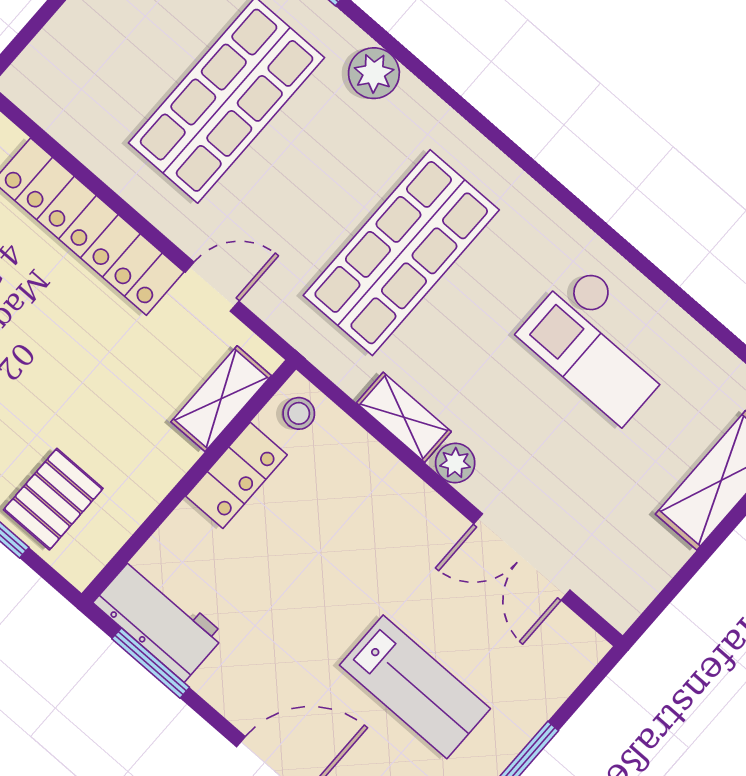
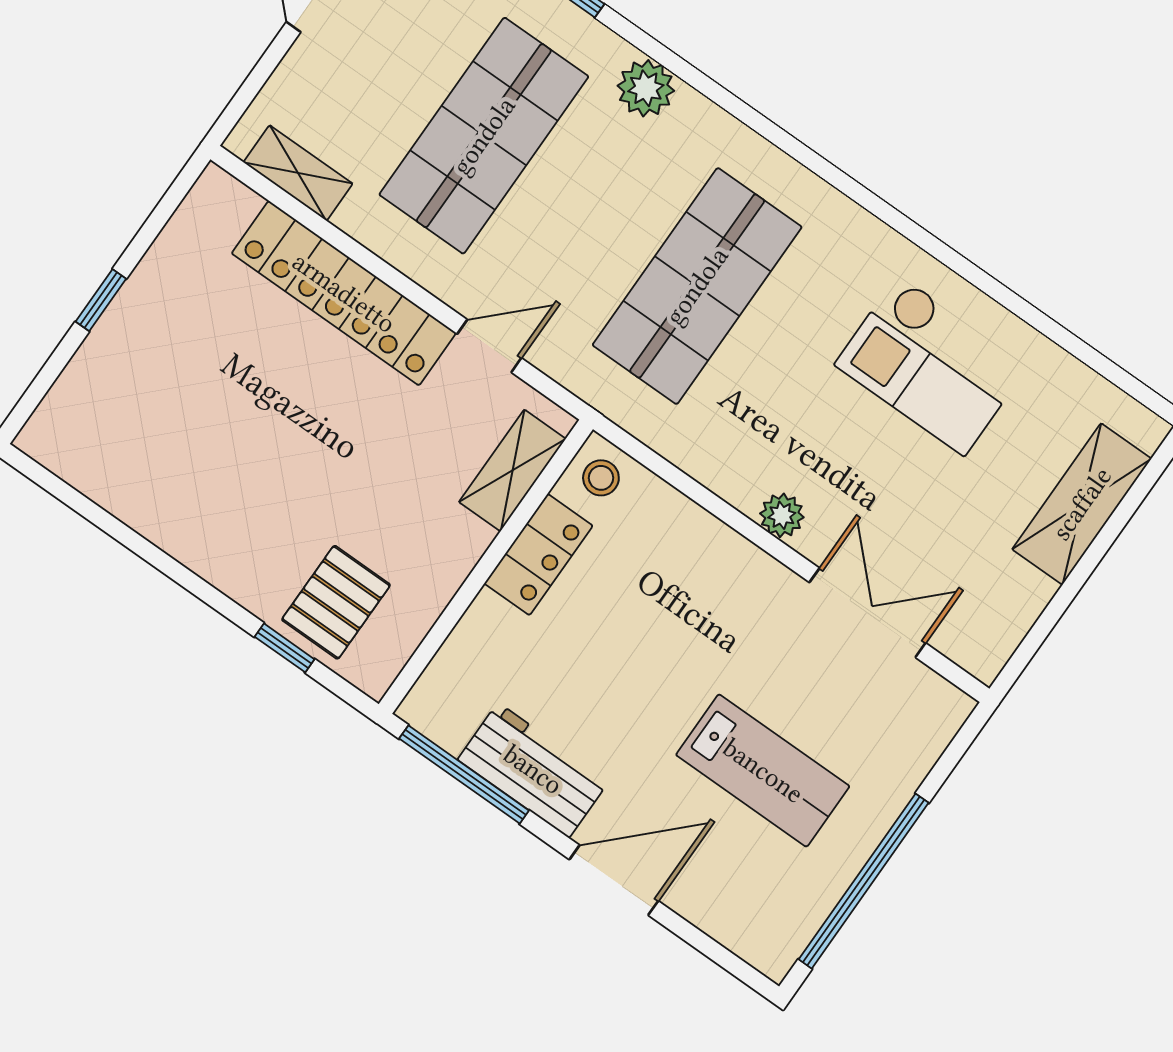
shelving: (404, 417) -> (298, 173), moved
double door: (522, 557) -> (867, 613), swing flipped
workbench: (159, 619) -> (533, 770), moved
window: (151, 663) -> (464, 775), width x1.44

